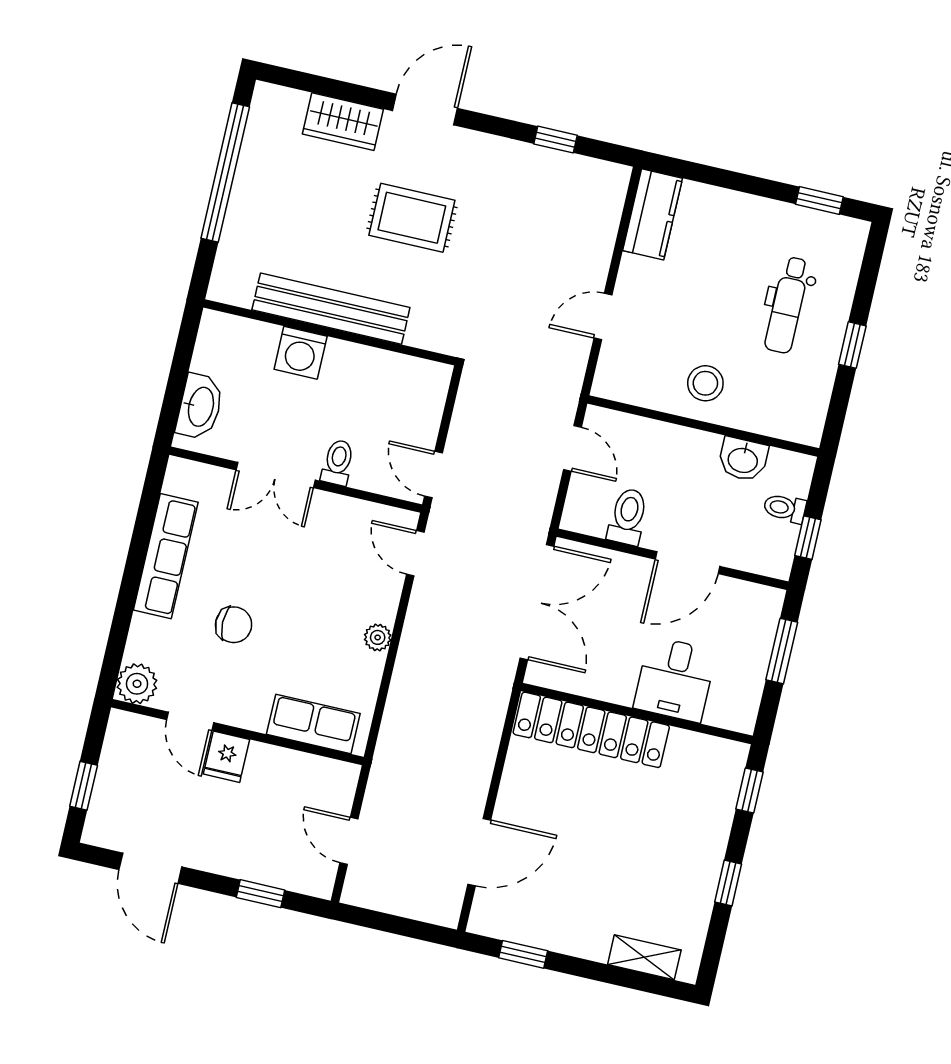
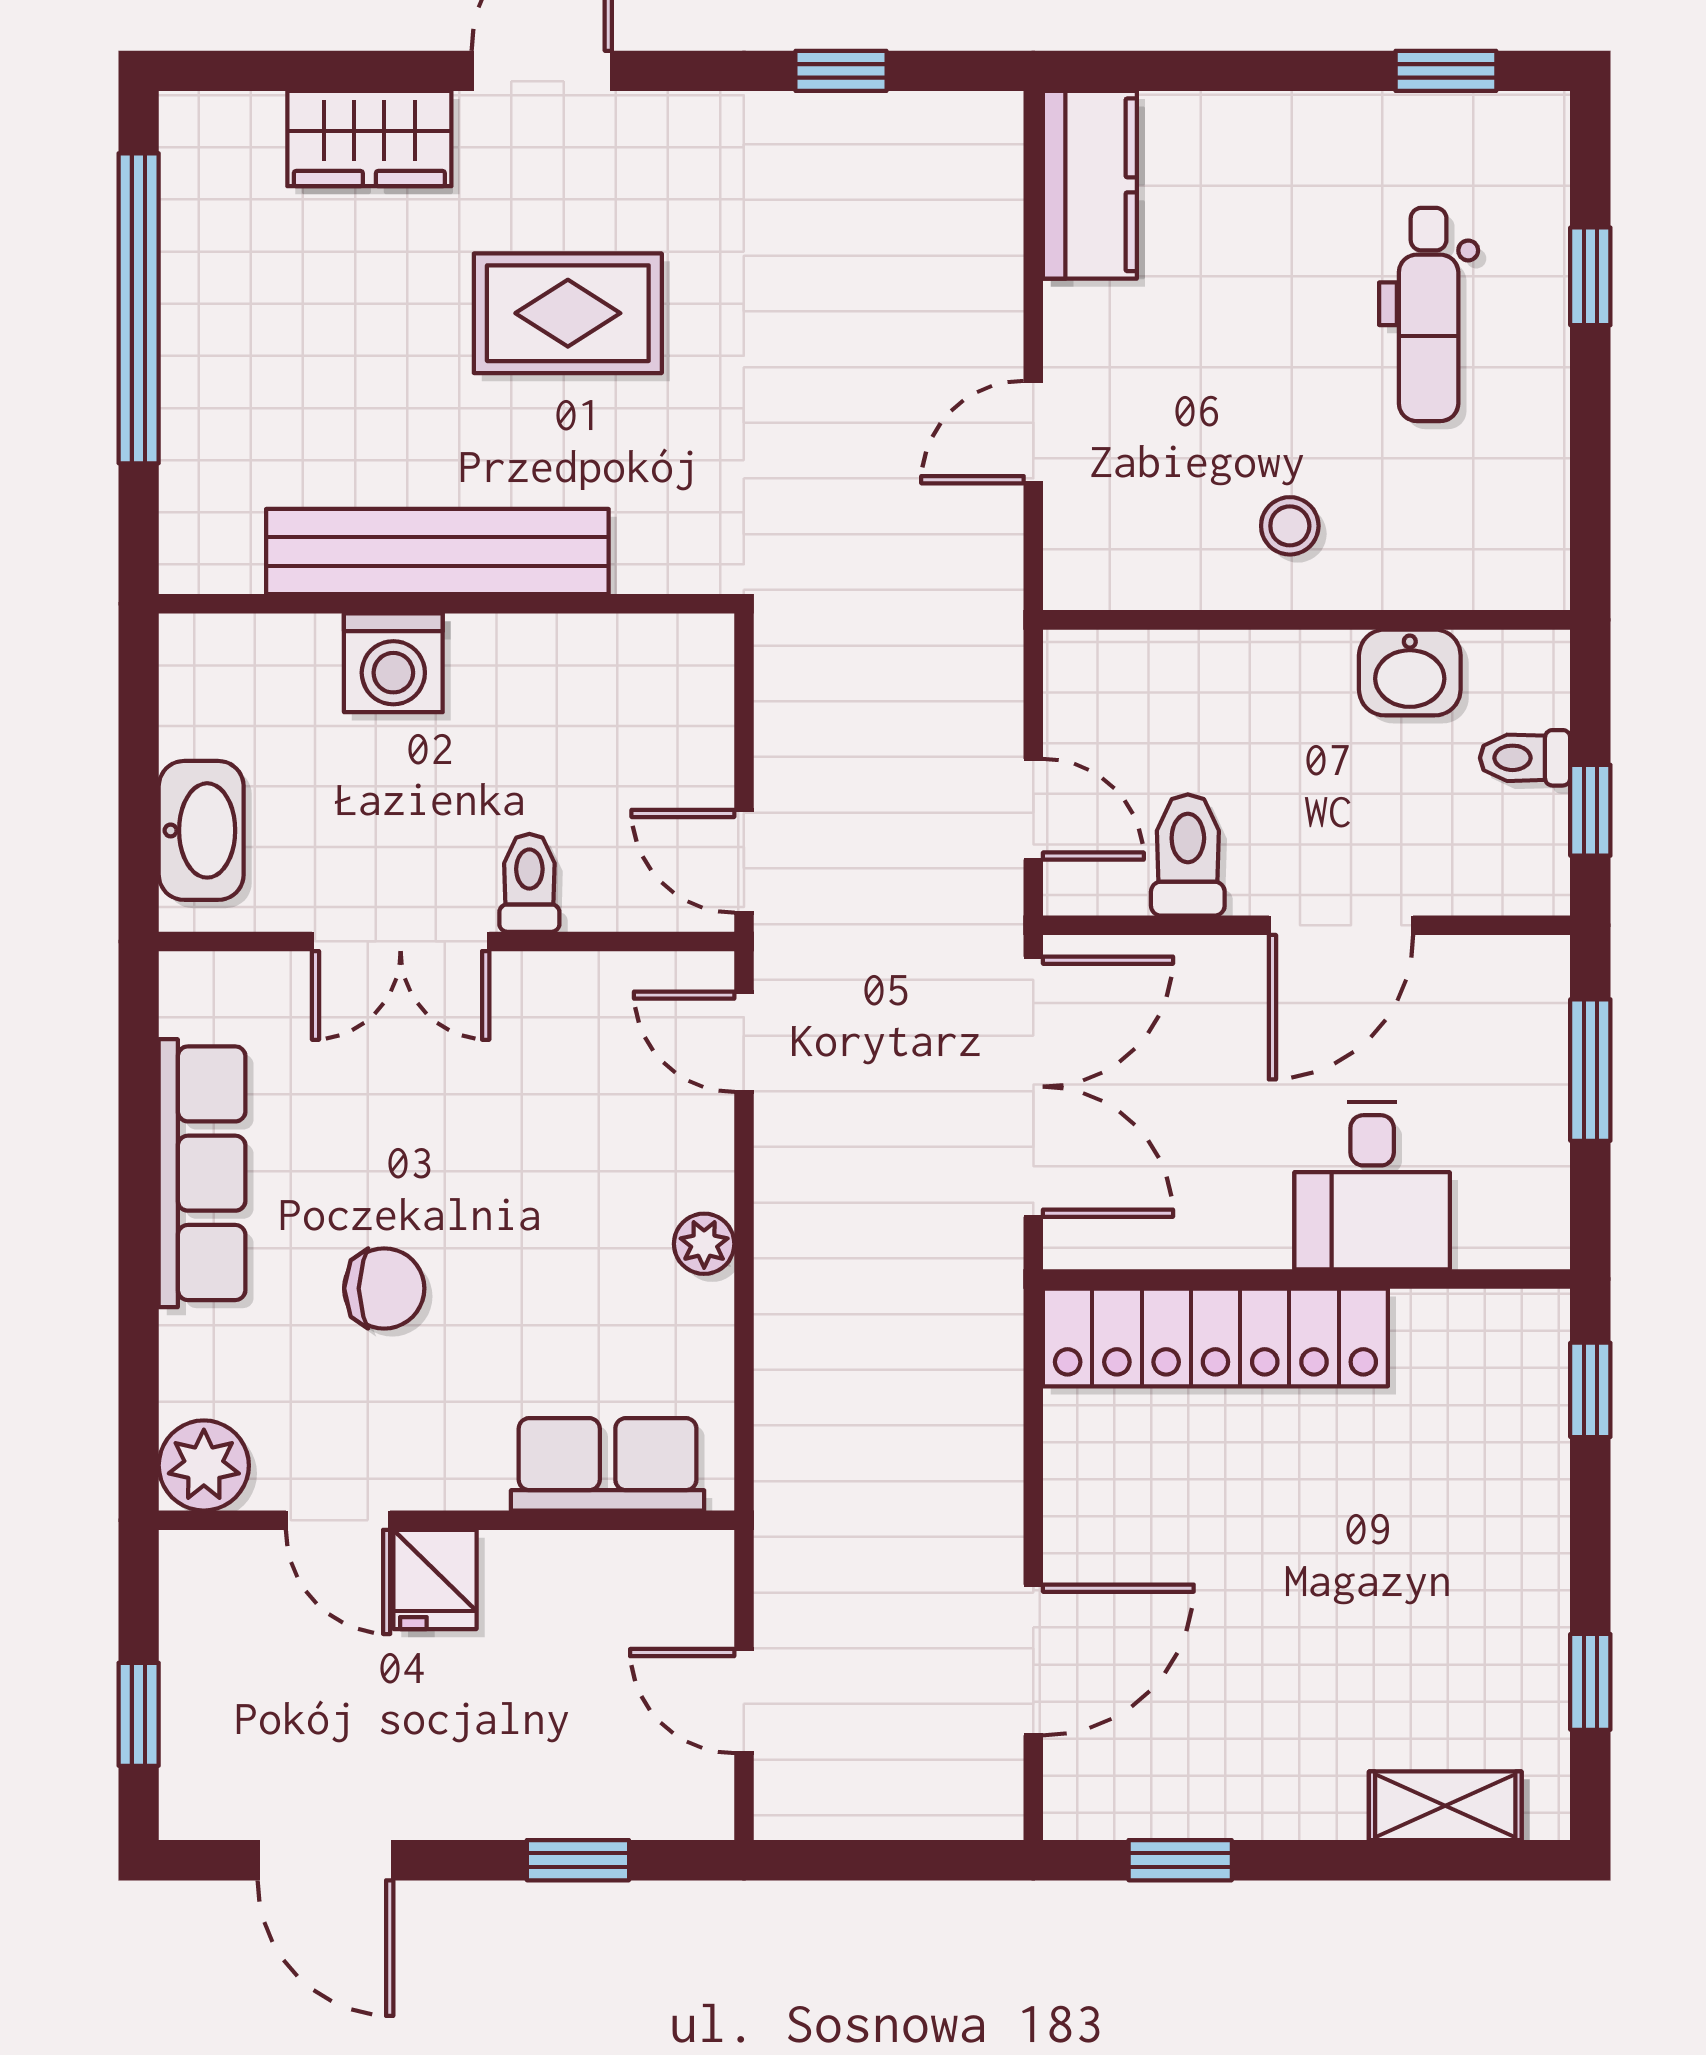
window: (852, 345) -> (1590, 276), moved
stool: (705, 383) -> (1290, 526), width x0.73, depth x0.73
door: (573, 448) -> (1033, 809), moved
window: (728, 883) -> (1590, 1682), moved

